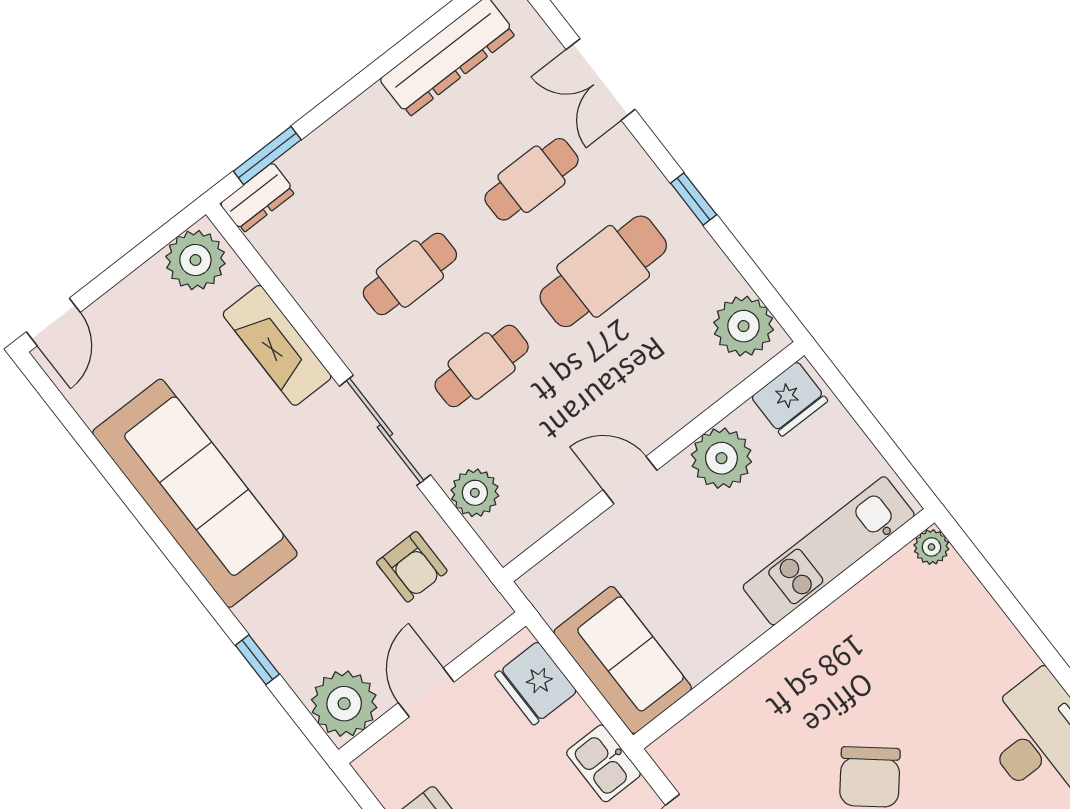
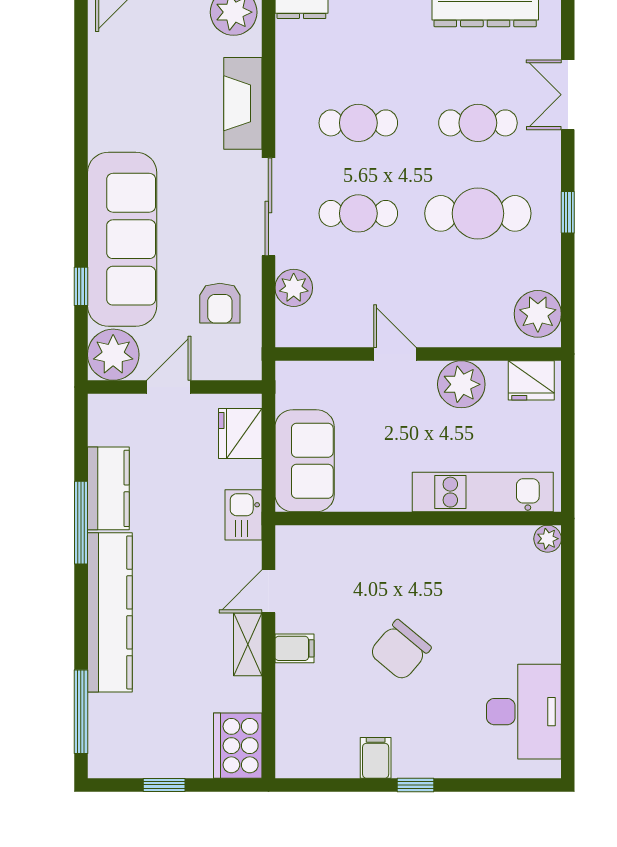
sofa: (195, 493) -> (122, 239), moved

